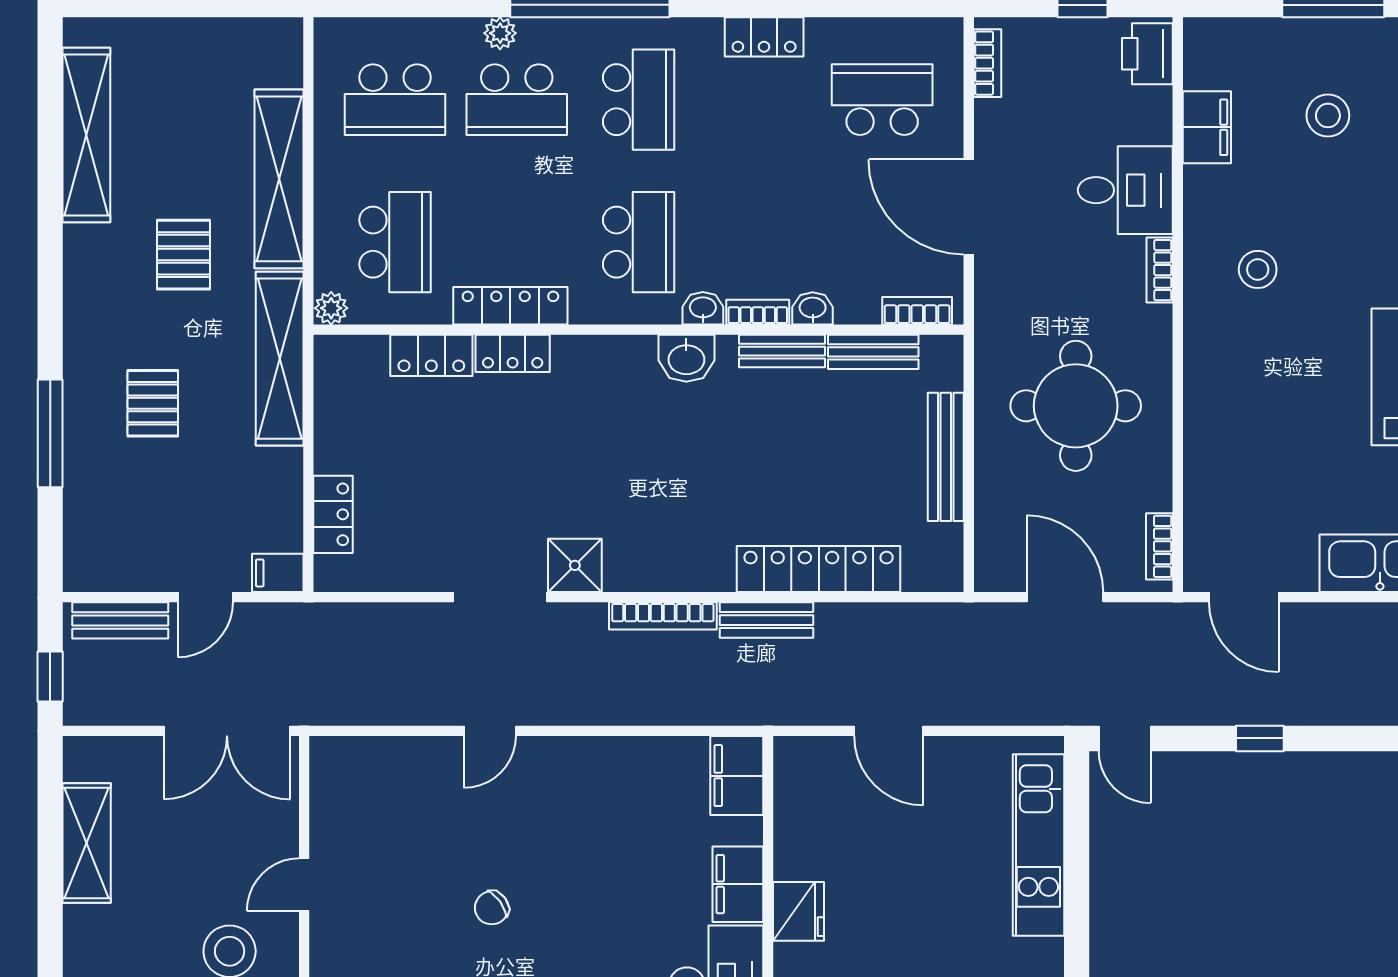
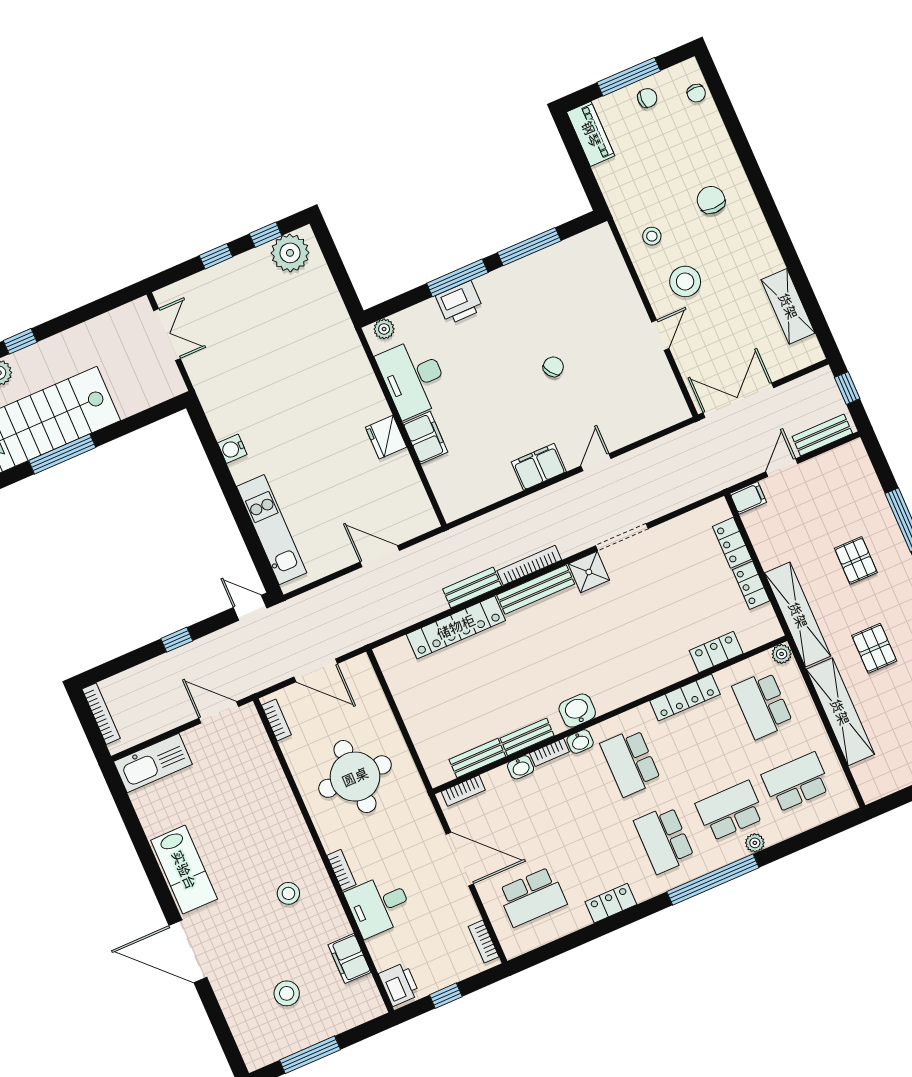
locker: (513, 353) -> (751, 585), moved, turned -90
bench: (946, 457) -> (536, 589), moved, turned 90
filing cabinet: (737, 776) -> (539, 467), moved, turned -90

